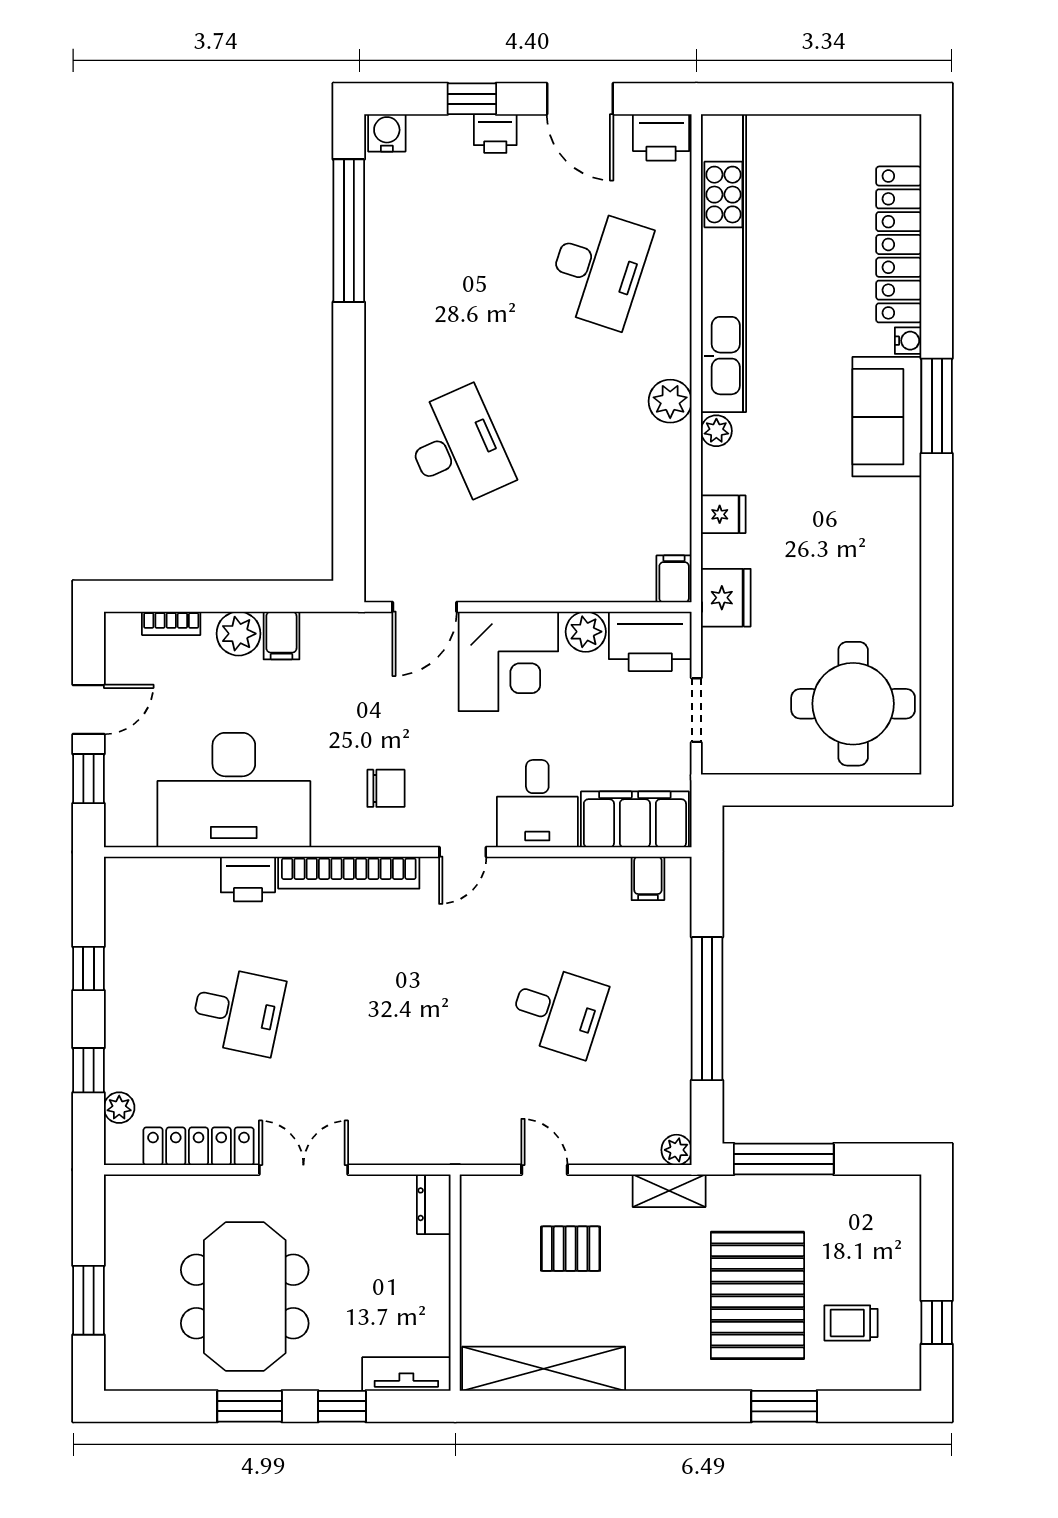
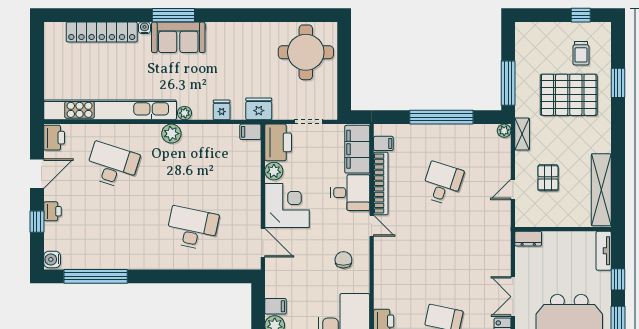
desk: (457, 448) -> (192, 228), turned 36
bookcase: (349, 873) -> (381, 183), moved

